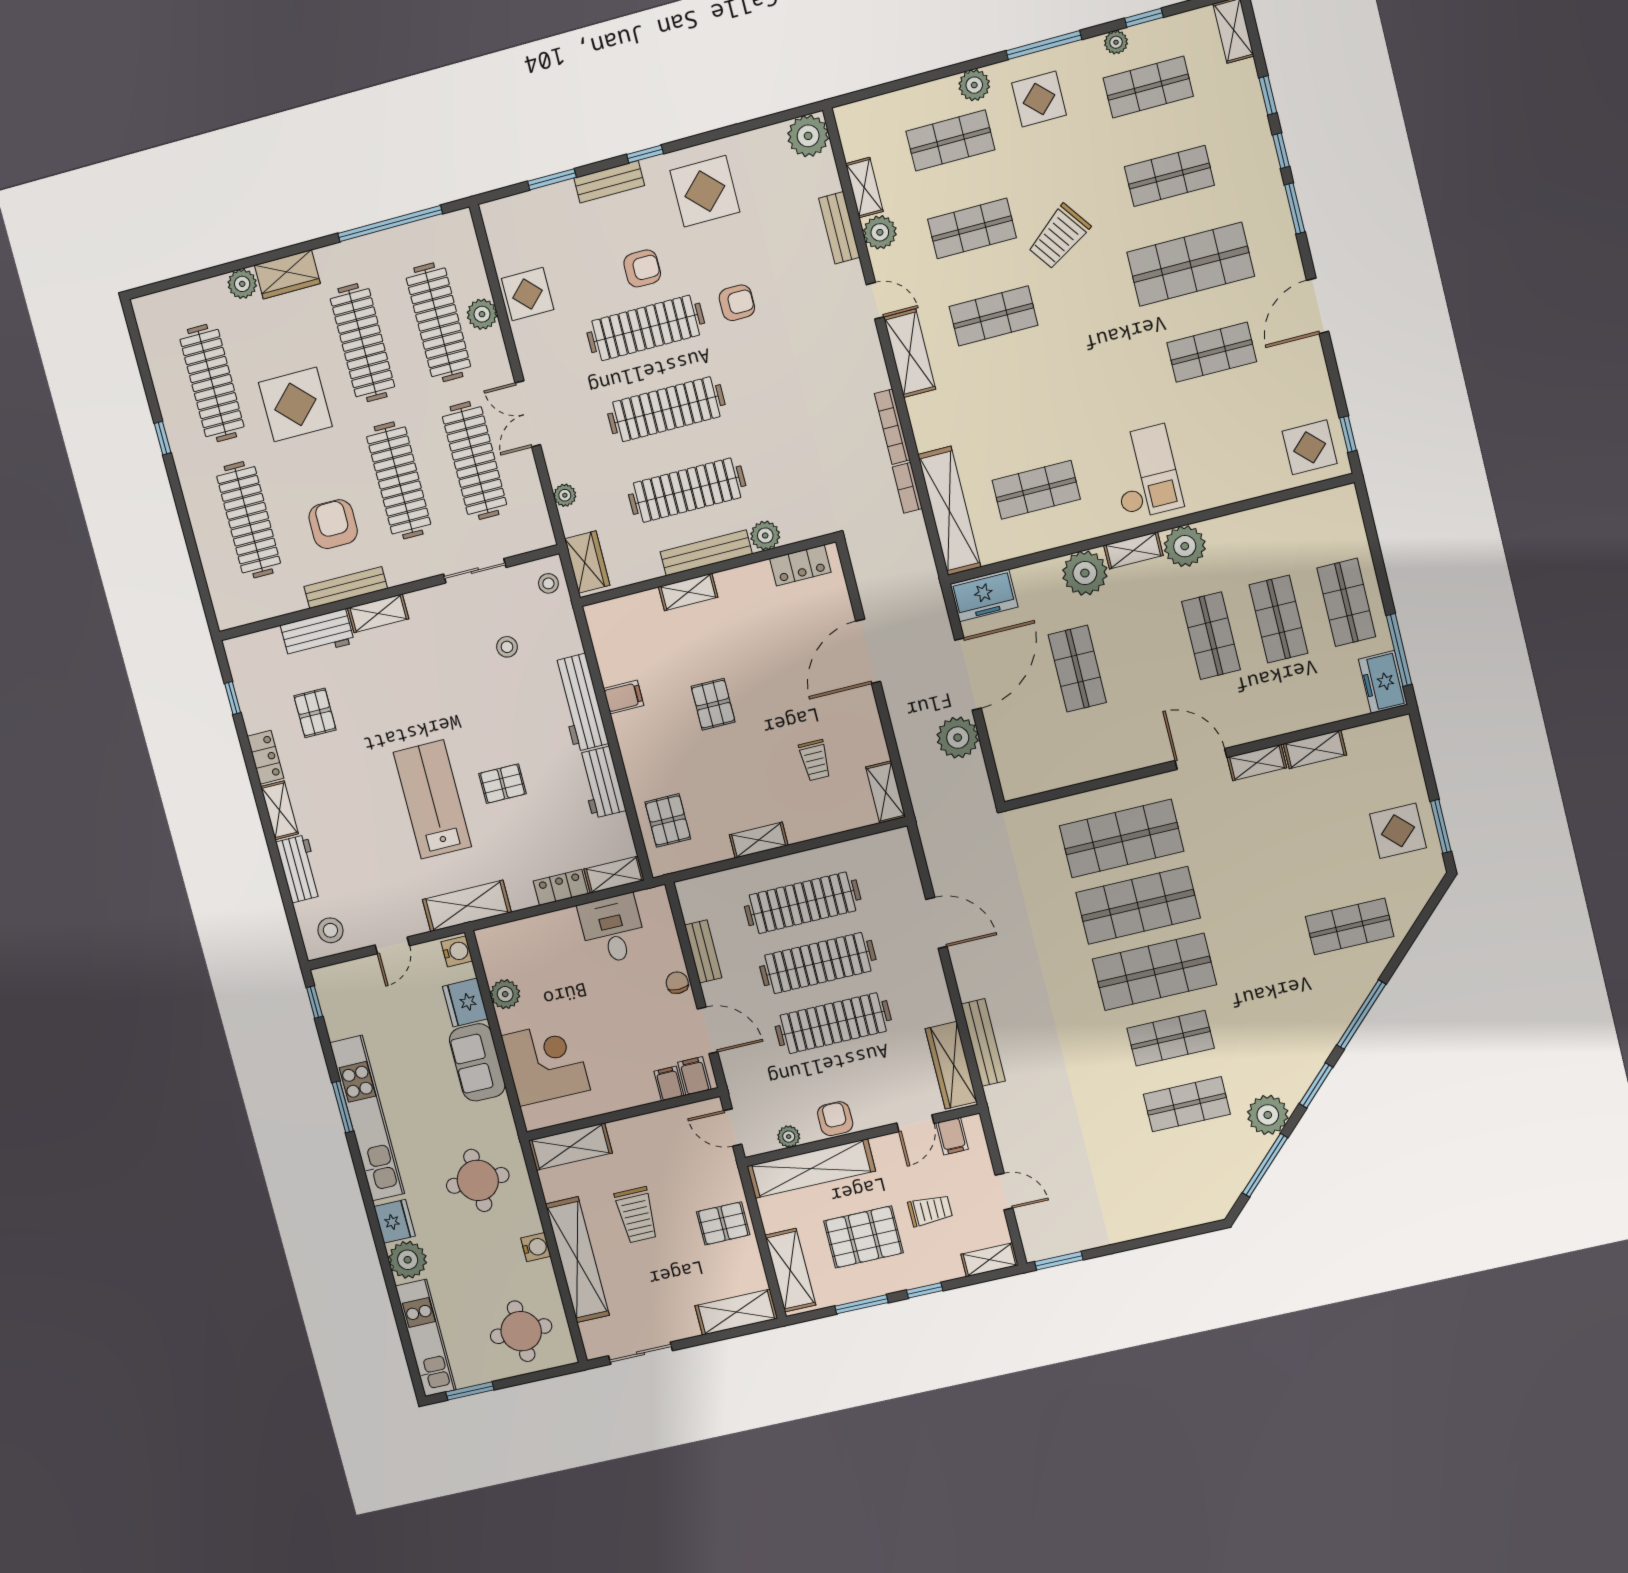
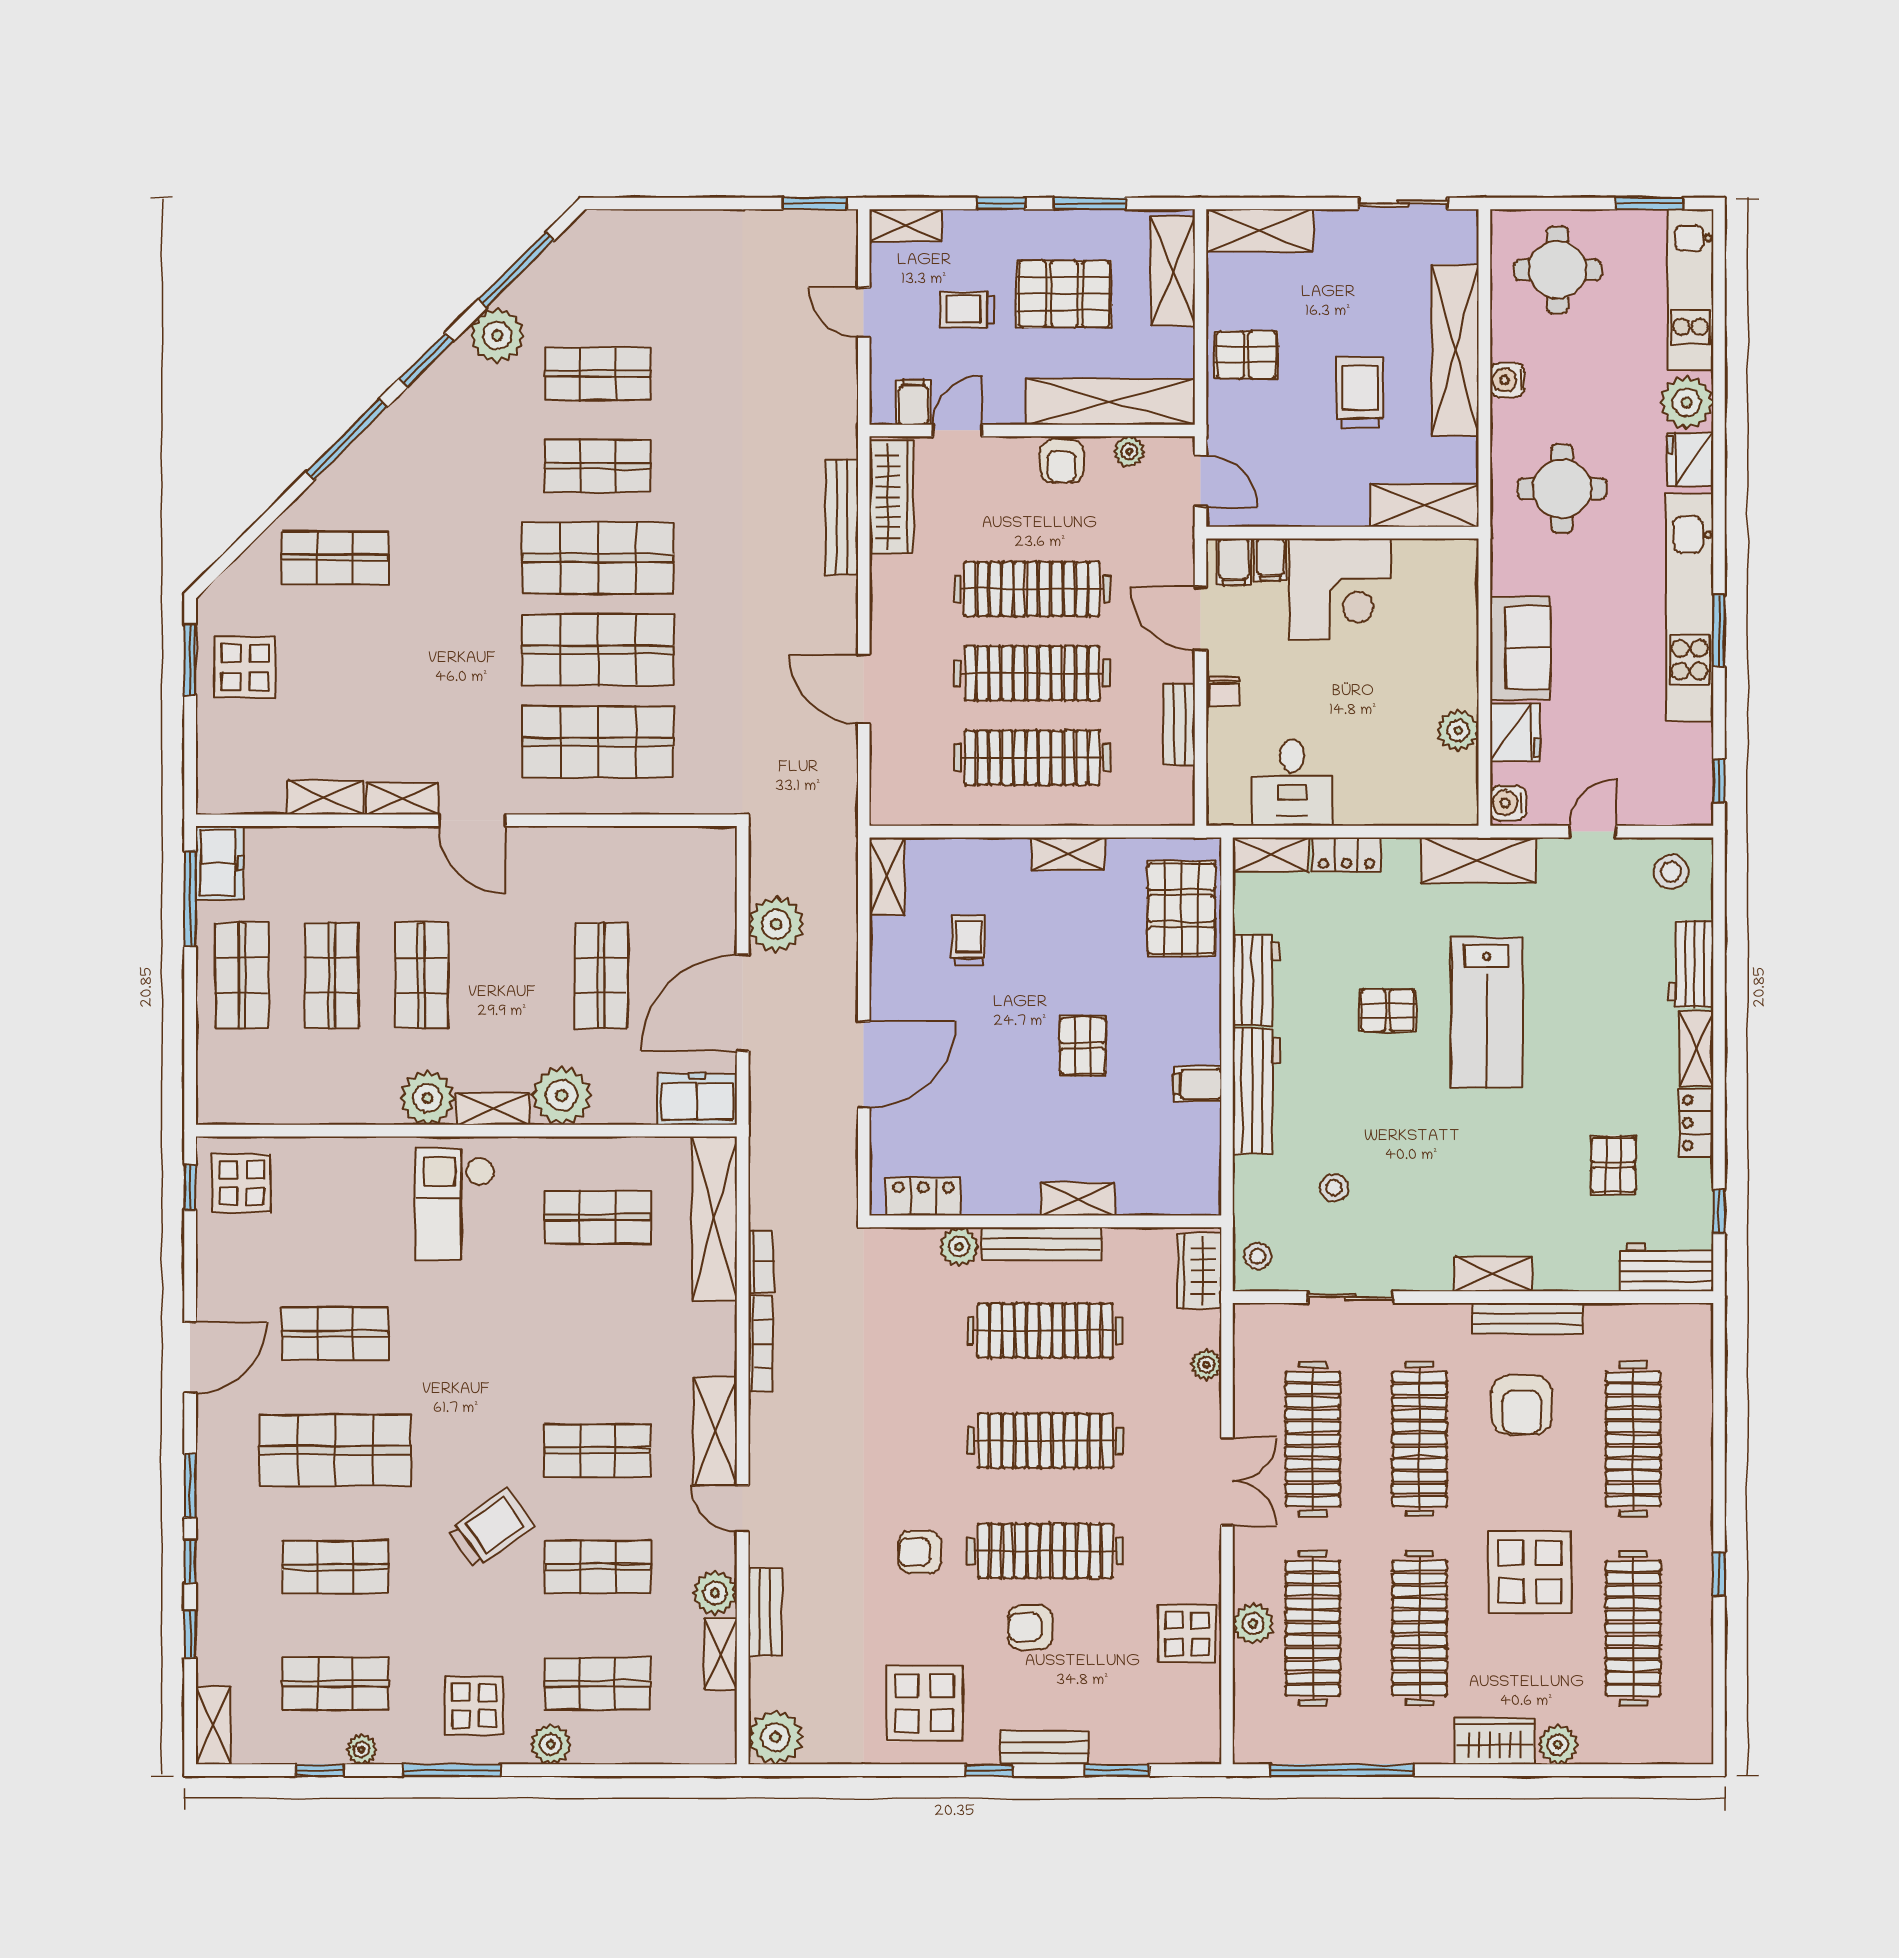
workbench: (317, 634) -> (1667, 1267), moved
pallet: (668, 820) -> (1181, 909), width x1.50, depth x1.42
corner desk: (546, 1063) -> (1340, 589), moved, turned -90

